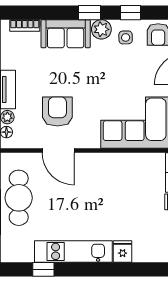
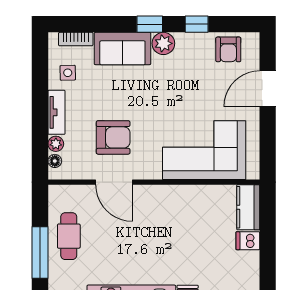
side table: (126, 37) -> (68, 73), moved
armchair: (57, 112) -> (113, 137), turned 90
cafe table: (19, 198) -> (69, 236), width x0.73, depth x0.74

